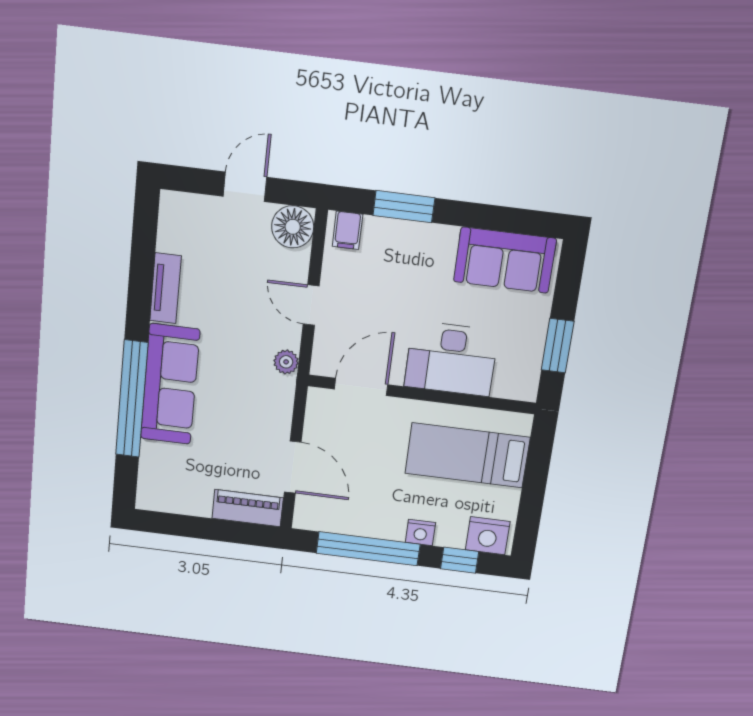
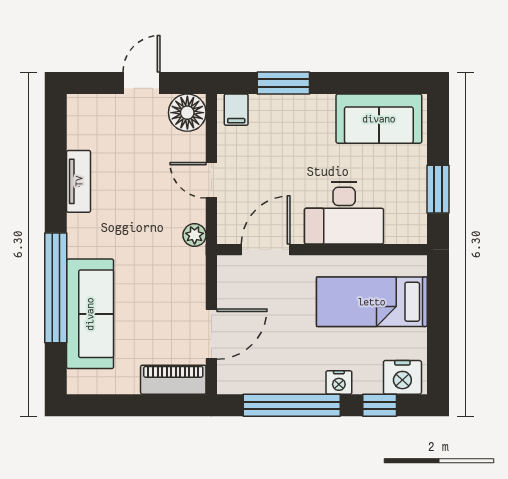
sofa: (170, 384) -> (90, 314), moved
door: (293, 467) -> (211, 334), hinge flipped

